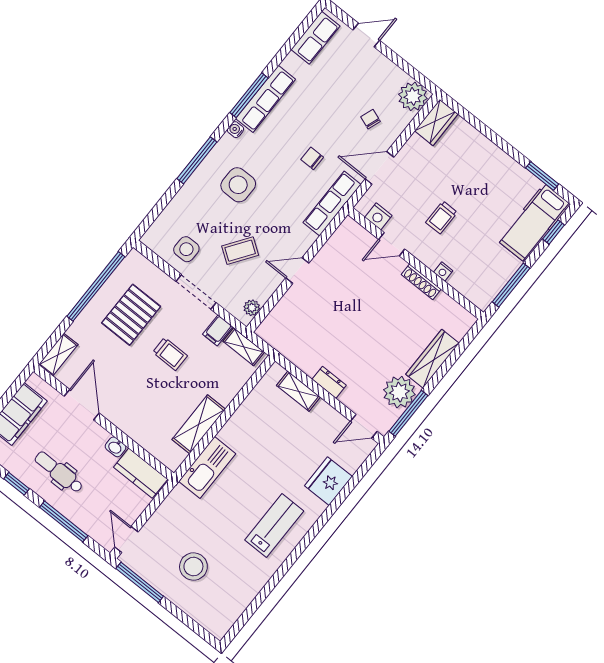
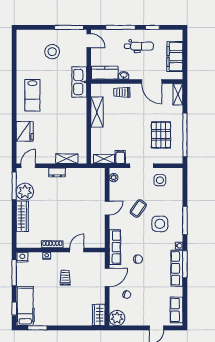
nightstand: (378, 216) -> (22, 257), moved
coffee table: (240, 251) -> (138, 208), moved
trolley: (170, 354) -> (122, 92), moved
kitchen sink: (207, 467) -> (79, 82), moved

